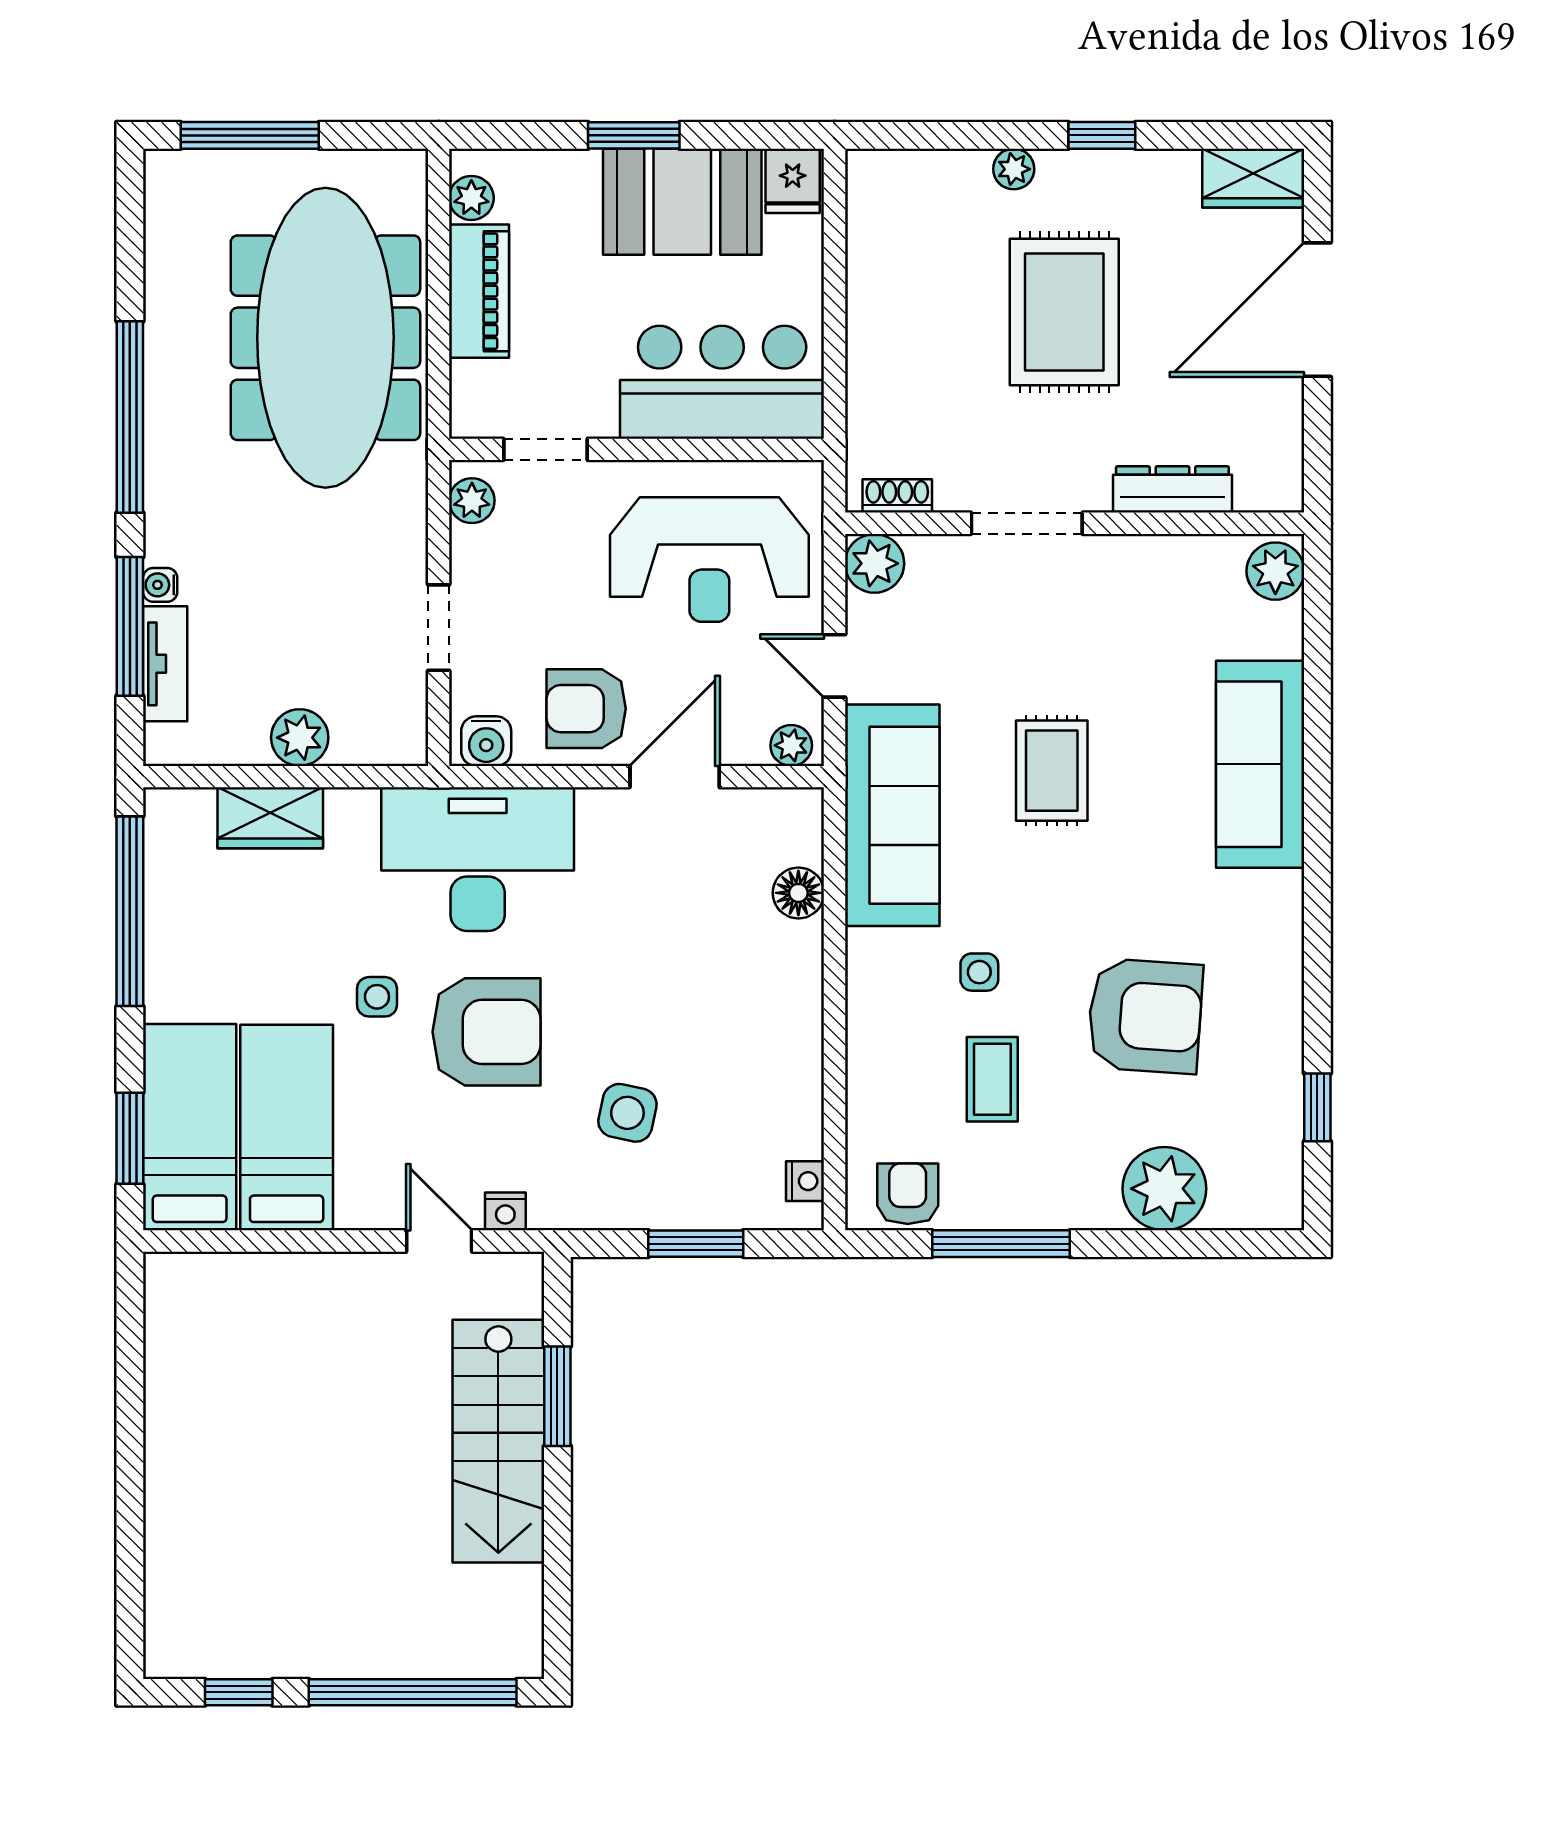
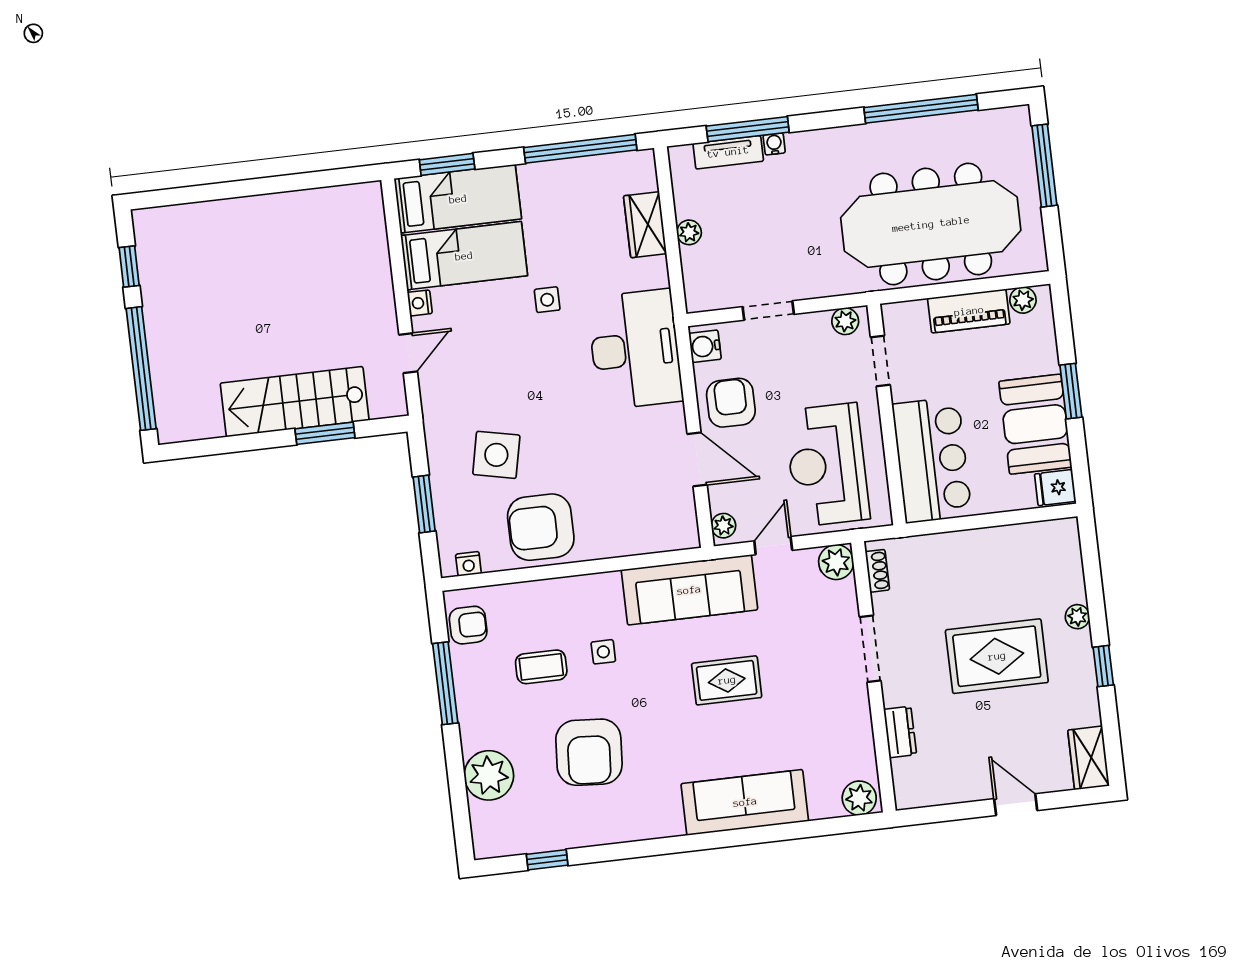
door: (1317, 310) -> (1016, 805), width x0.53
window: (130, 417) -> (921, 109), moved
dresser: (1172, 489) -> (900, 732), width x0.70
plant: (300, 738) -> (689, 232), width x0.73, depth x0.73
floor lamp: (798, 893) -> (637, 540), removed
armchair: (487, 1032) -> (541, 527), moved, turned 90
side table: (627, 1113) -> (496, 455), width x1.37, depth x1.37
nightstand: (505, 1211) -> (420, 303), moved

